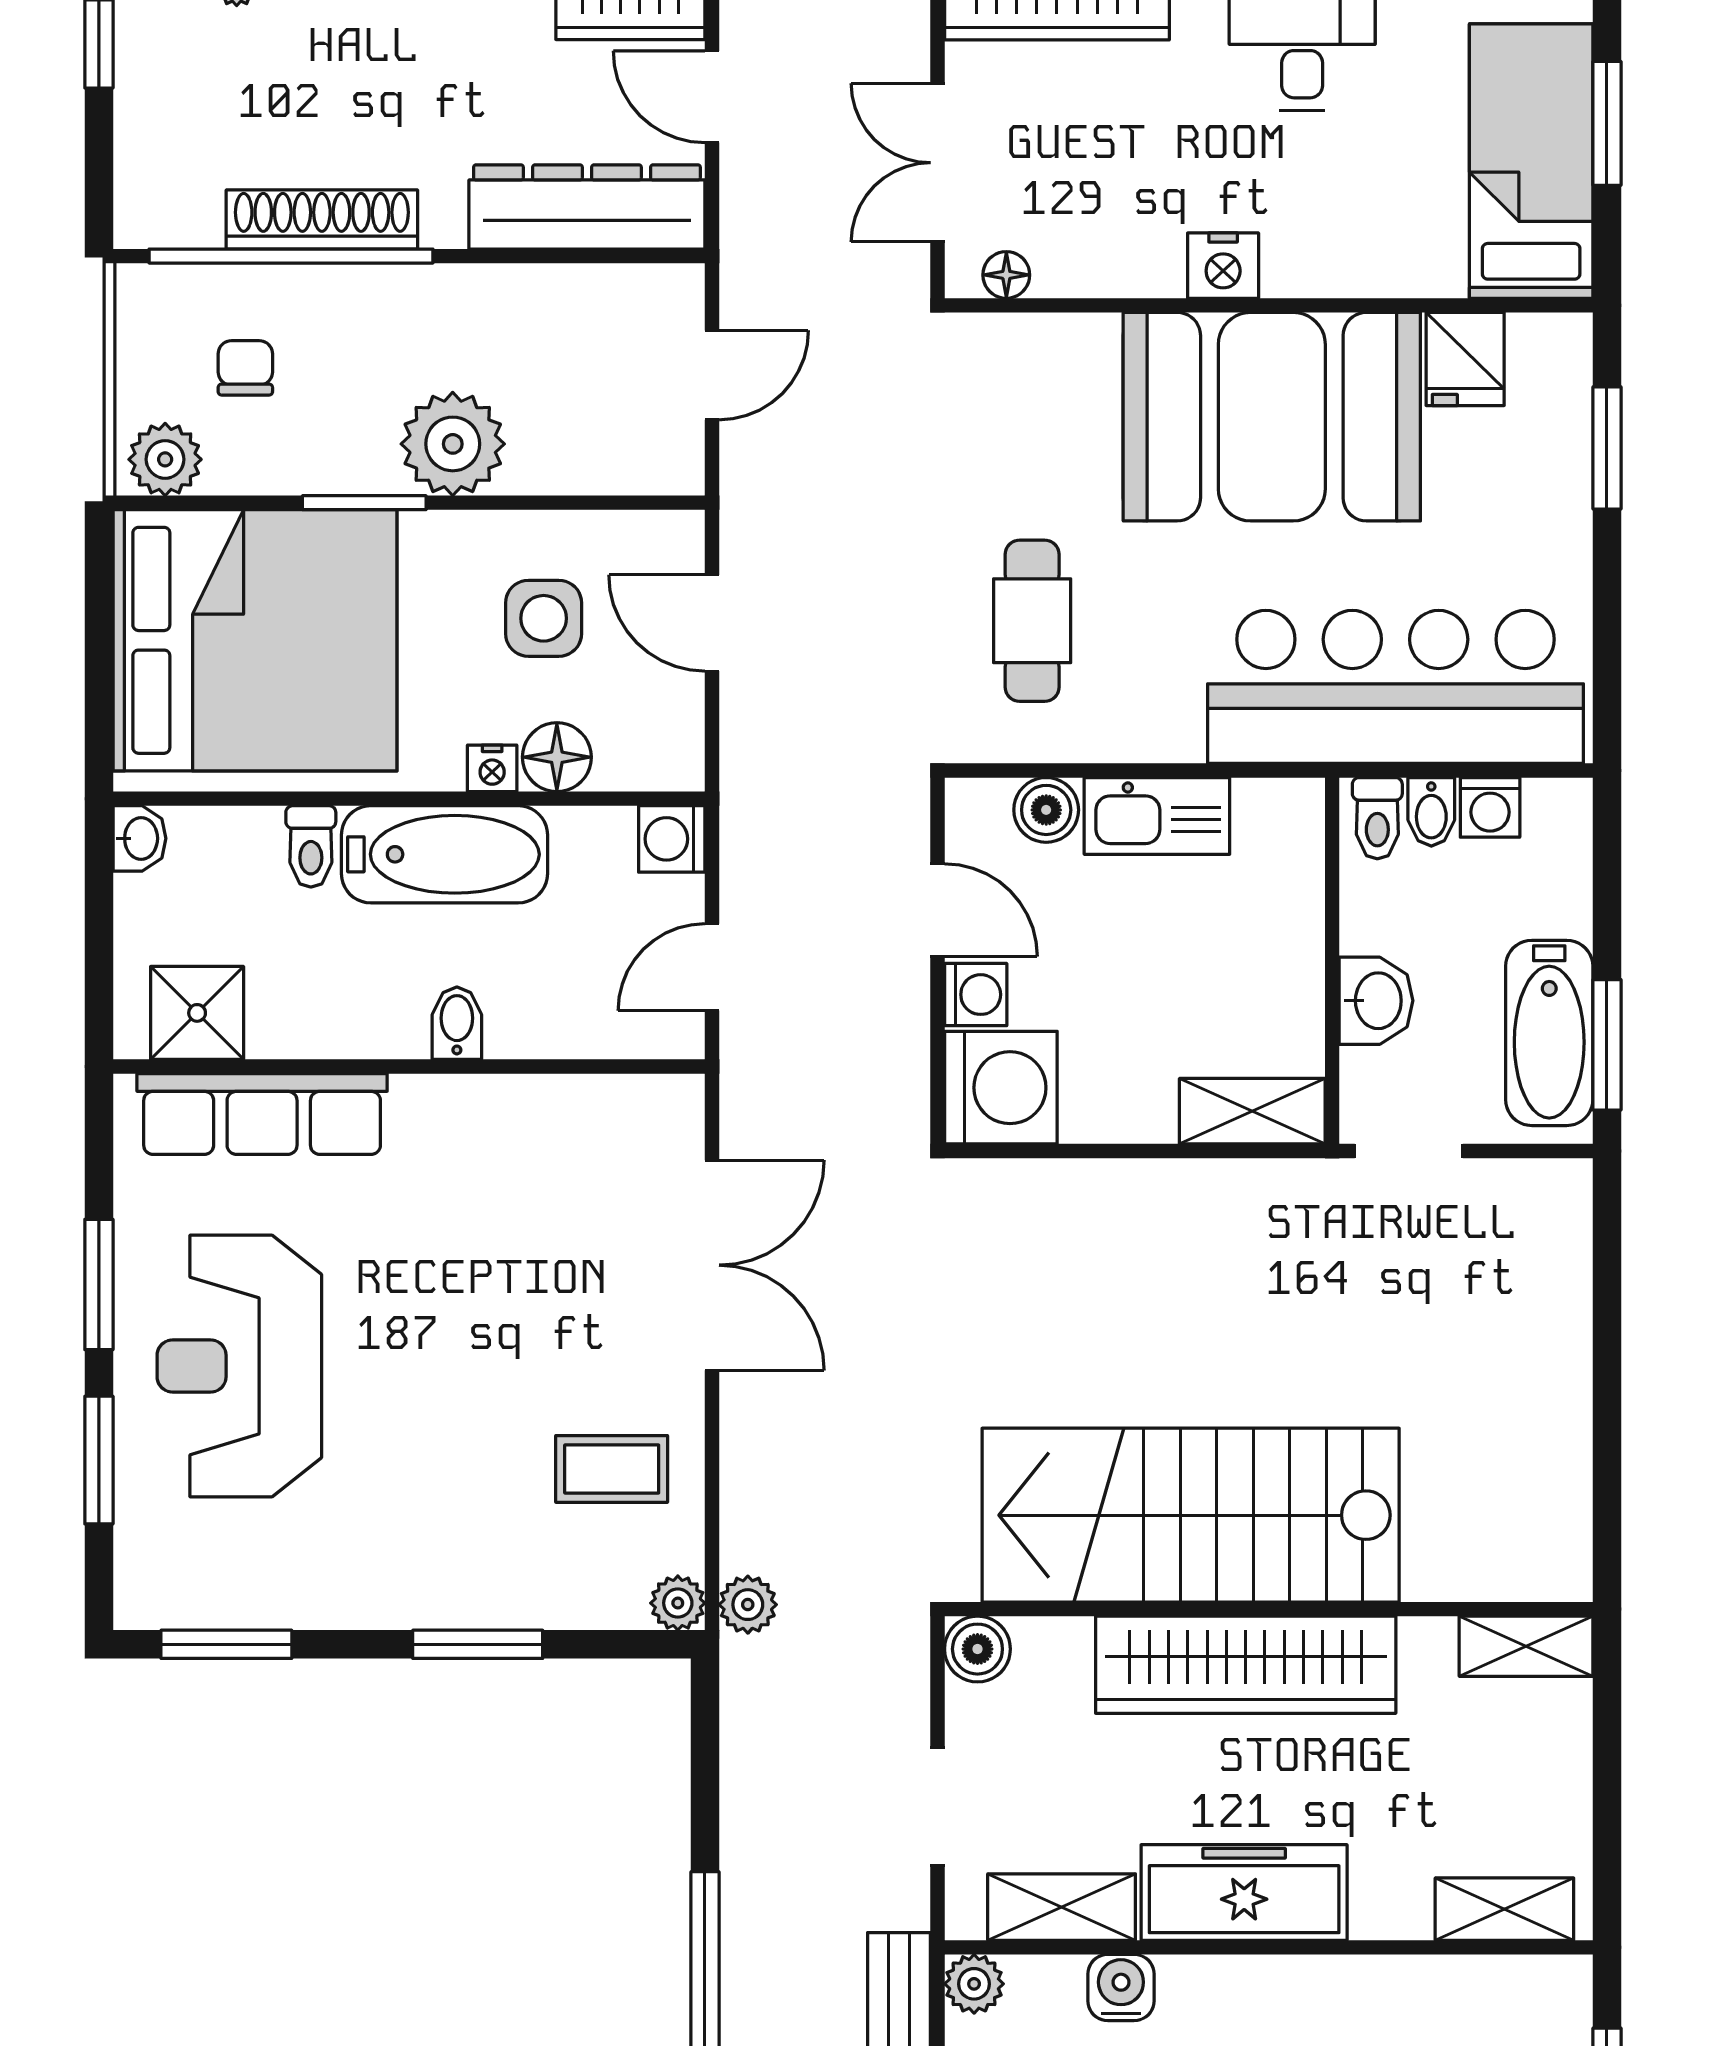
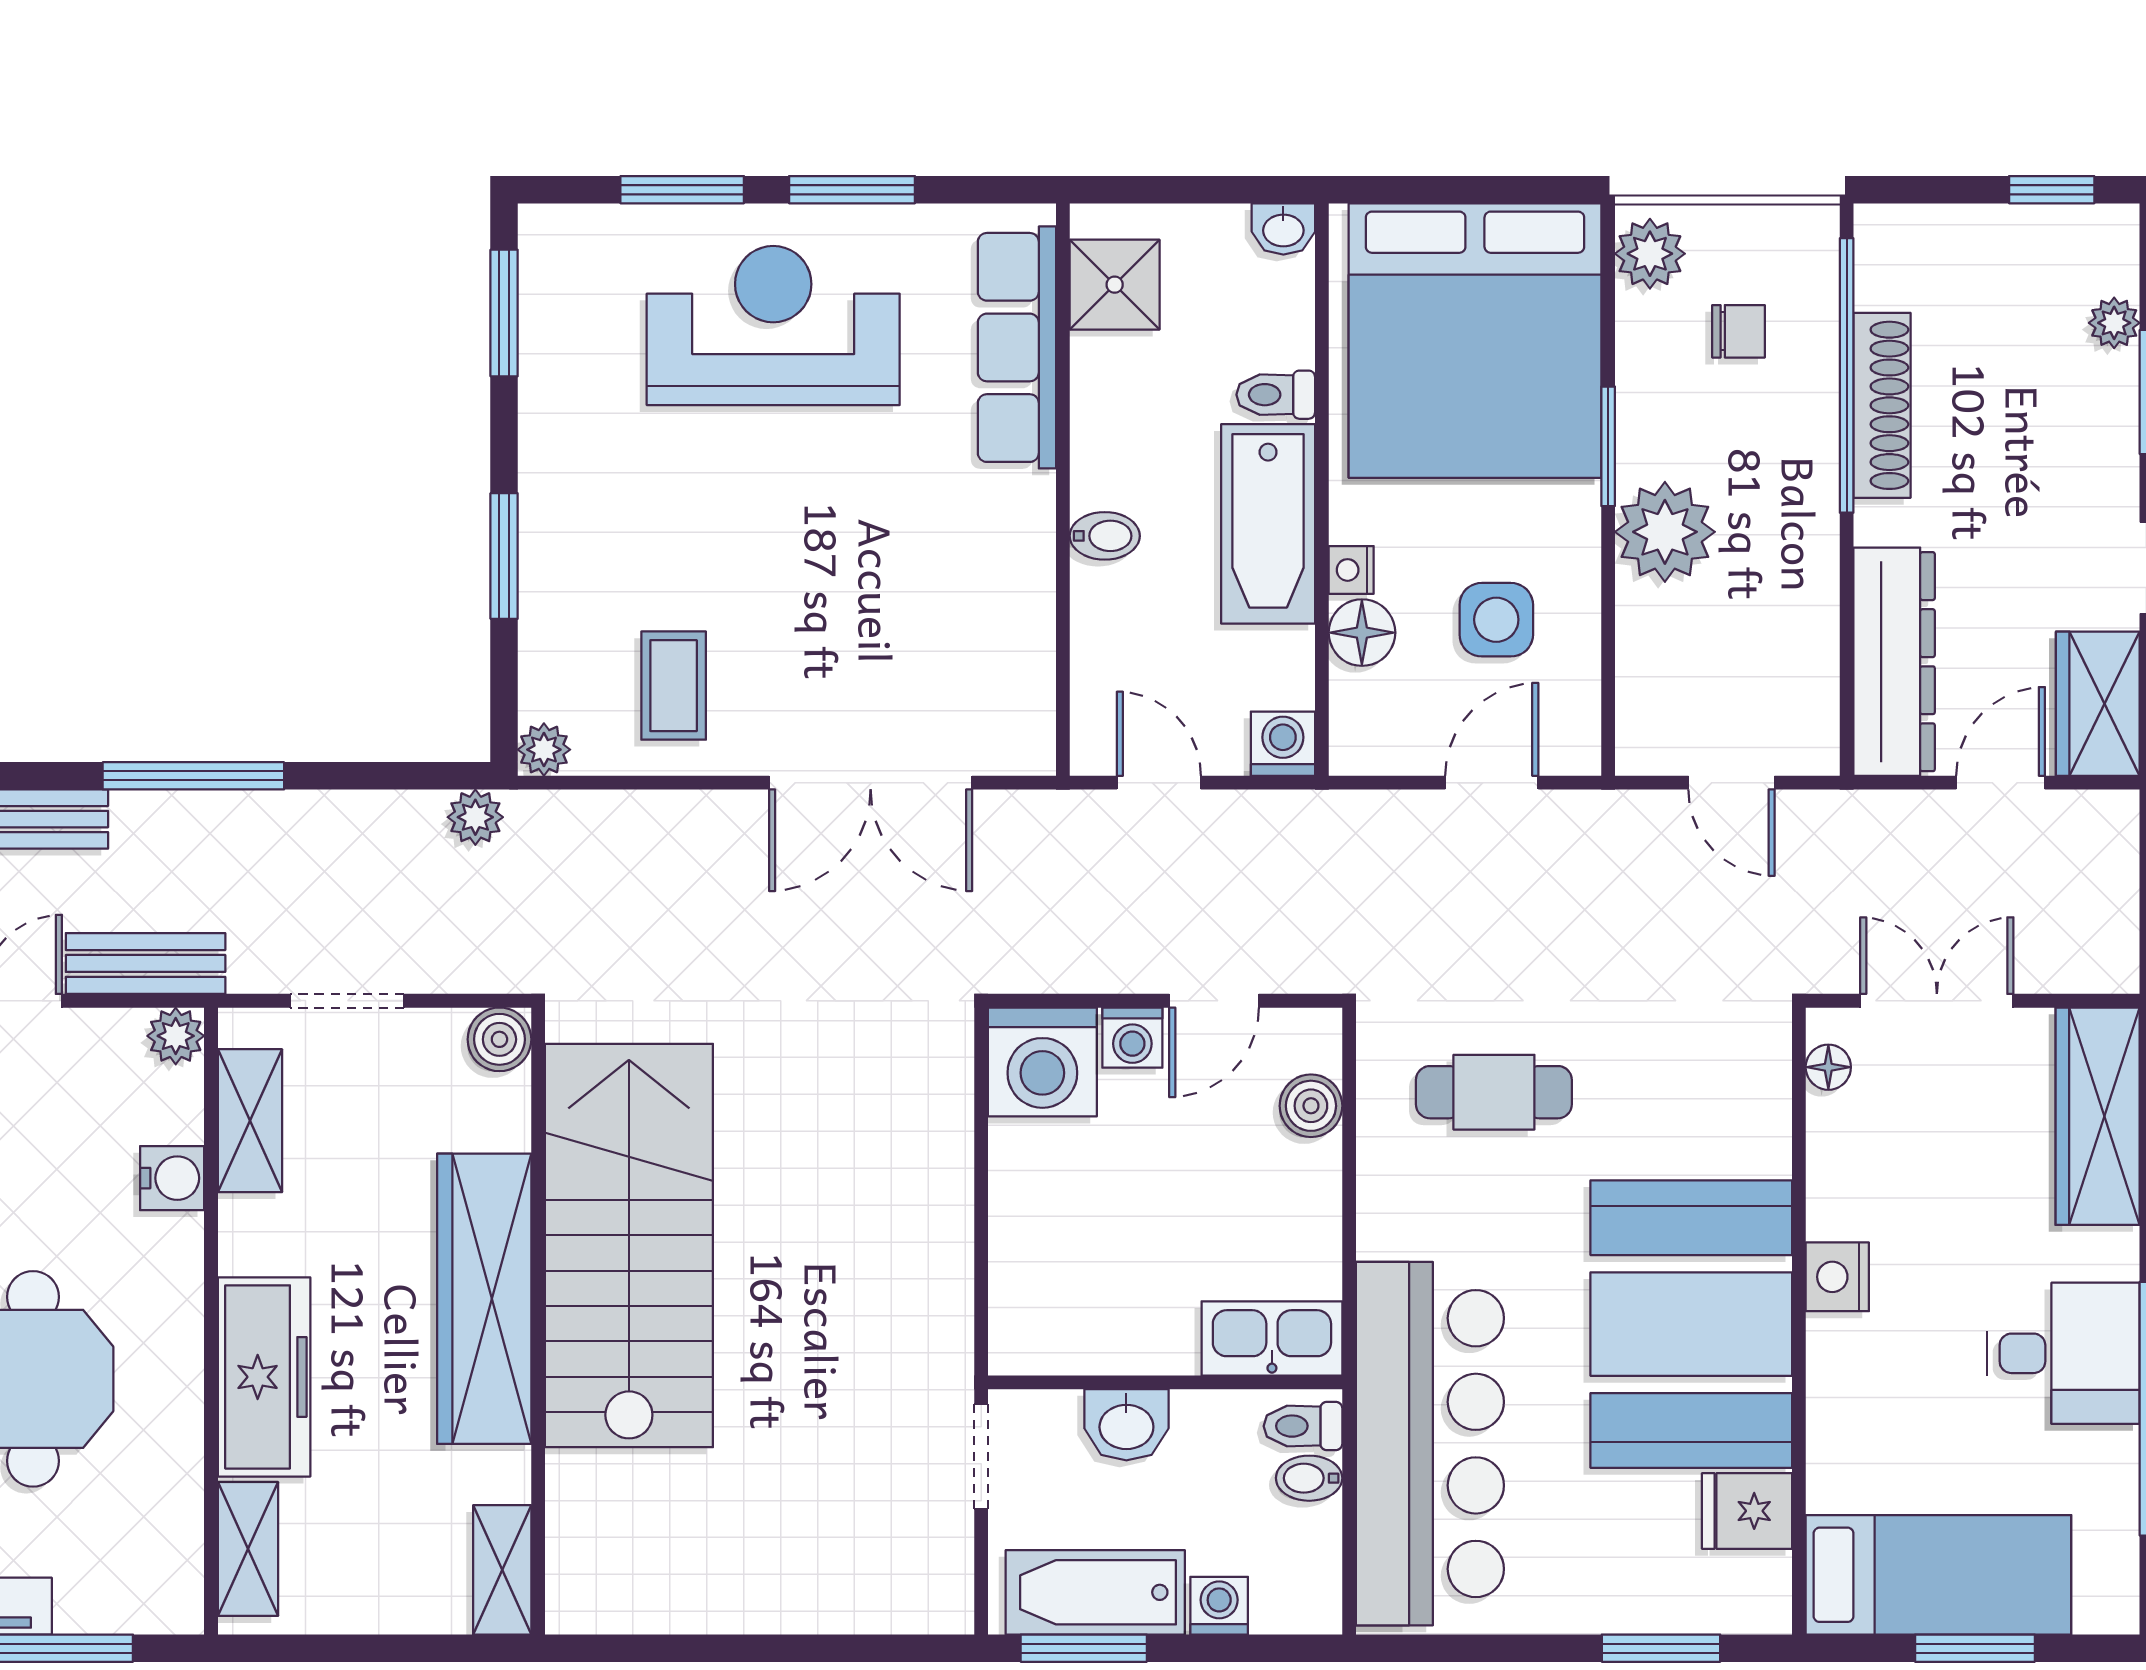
washing machine: (1490, 807) -> (1219, 1606), moved, turned 90
kitchen sink: (1157, 816) -> (1272, 1338), moved, turned 90
shelving: (1252, 1111) -> (1020, 1305), removed
plant: (748, 1605) -> (475, 817), moved
freezer: (1244, 1892) -> (264, 1377), moved

